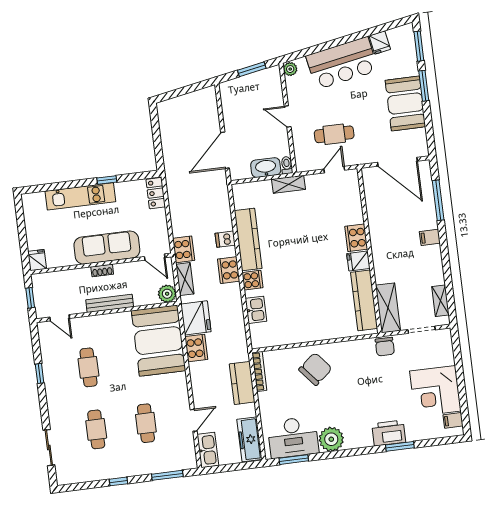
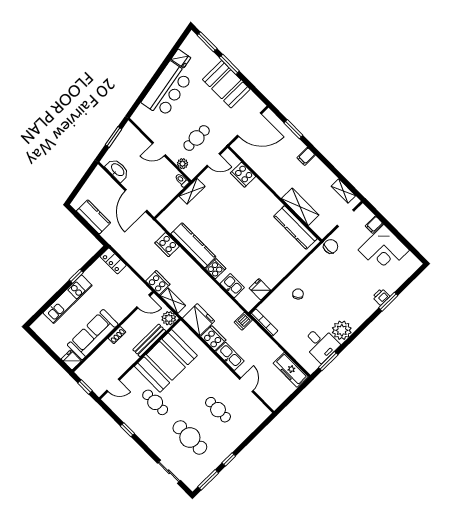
plant: (290, 69) -> (182, 164), moved
washbasin: (266, 168) -> (117, 170), moved, turned 90
door: (334, 170) -> (214, 160), swing flipped
window: (438, 200) -> (293, 129), width x0.69
cooker: (356, 238) -> (243, 175), moved
dishwasher: (225, 239) -> (243, 321), moved
sofa: (107, 248) -> (93, 335), moved
fridge: (358, 261) -> (260, 289), moved, turned 90
cooker: (229, 270) -> (167, 245), moved
bench: (110, 303) -> (149, 340), moved
shelving: (388, 308) -> (300, 207), moved
booth: (159, 341) -> (166, 361), moved, turned 90
chair: (385, 347) -> (331, 246), turned -90
chair: (315, 369) -> (298, 294), width x0.54, depth x0.54
kitchen counter: (242, 383) -> (93, 217), moved, turned 180
filing cabinet: (453, 420) -> (374, 225), moved
cafe table: (96, 429) -> (190, 437), width x1.37, depth x1.35
printer: (389, 433) -> (381, 297), width x0.53, depth x0.68
desk: (293, 437) -> (321, 344), width x0.73
kitchen sink: (208, 450) -> (230, 356), moved
window: (167, 475) -> (208, 480), moved

